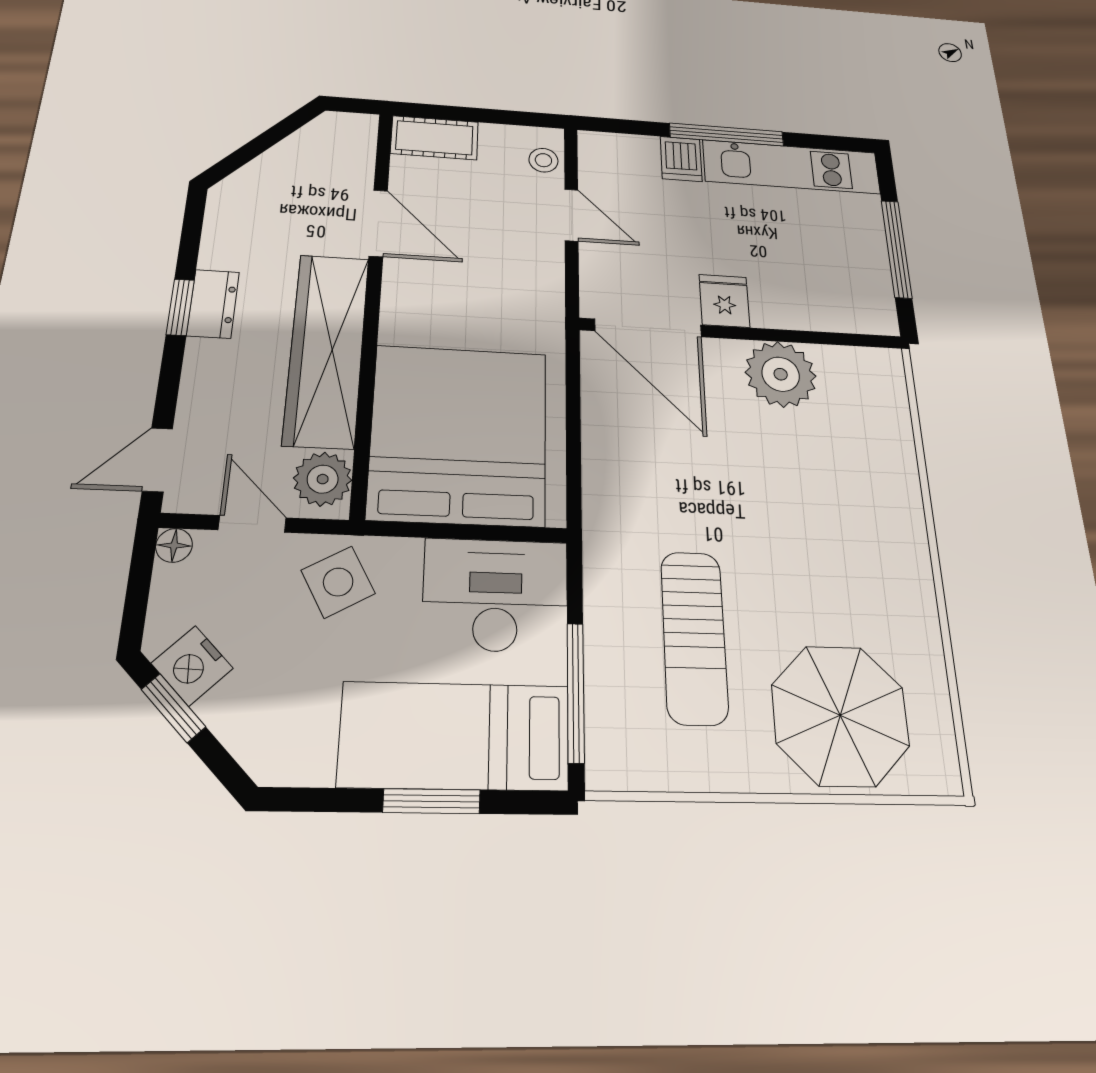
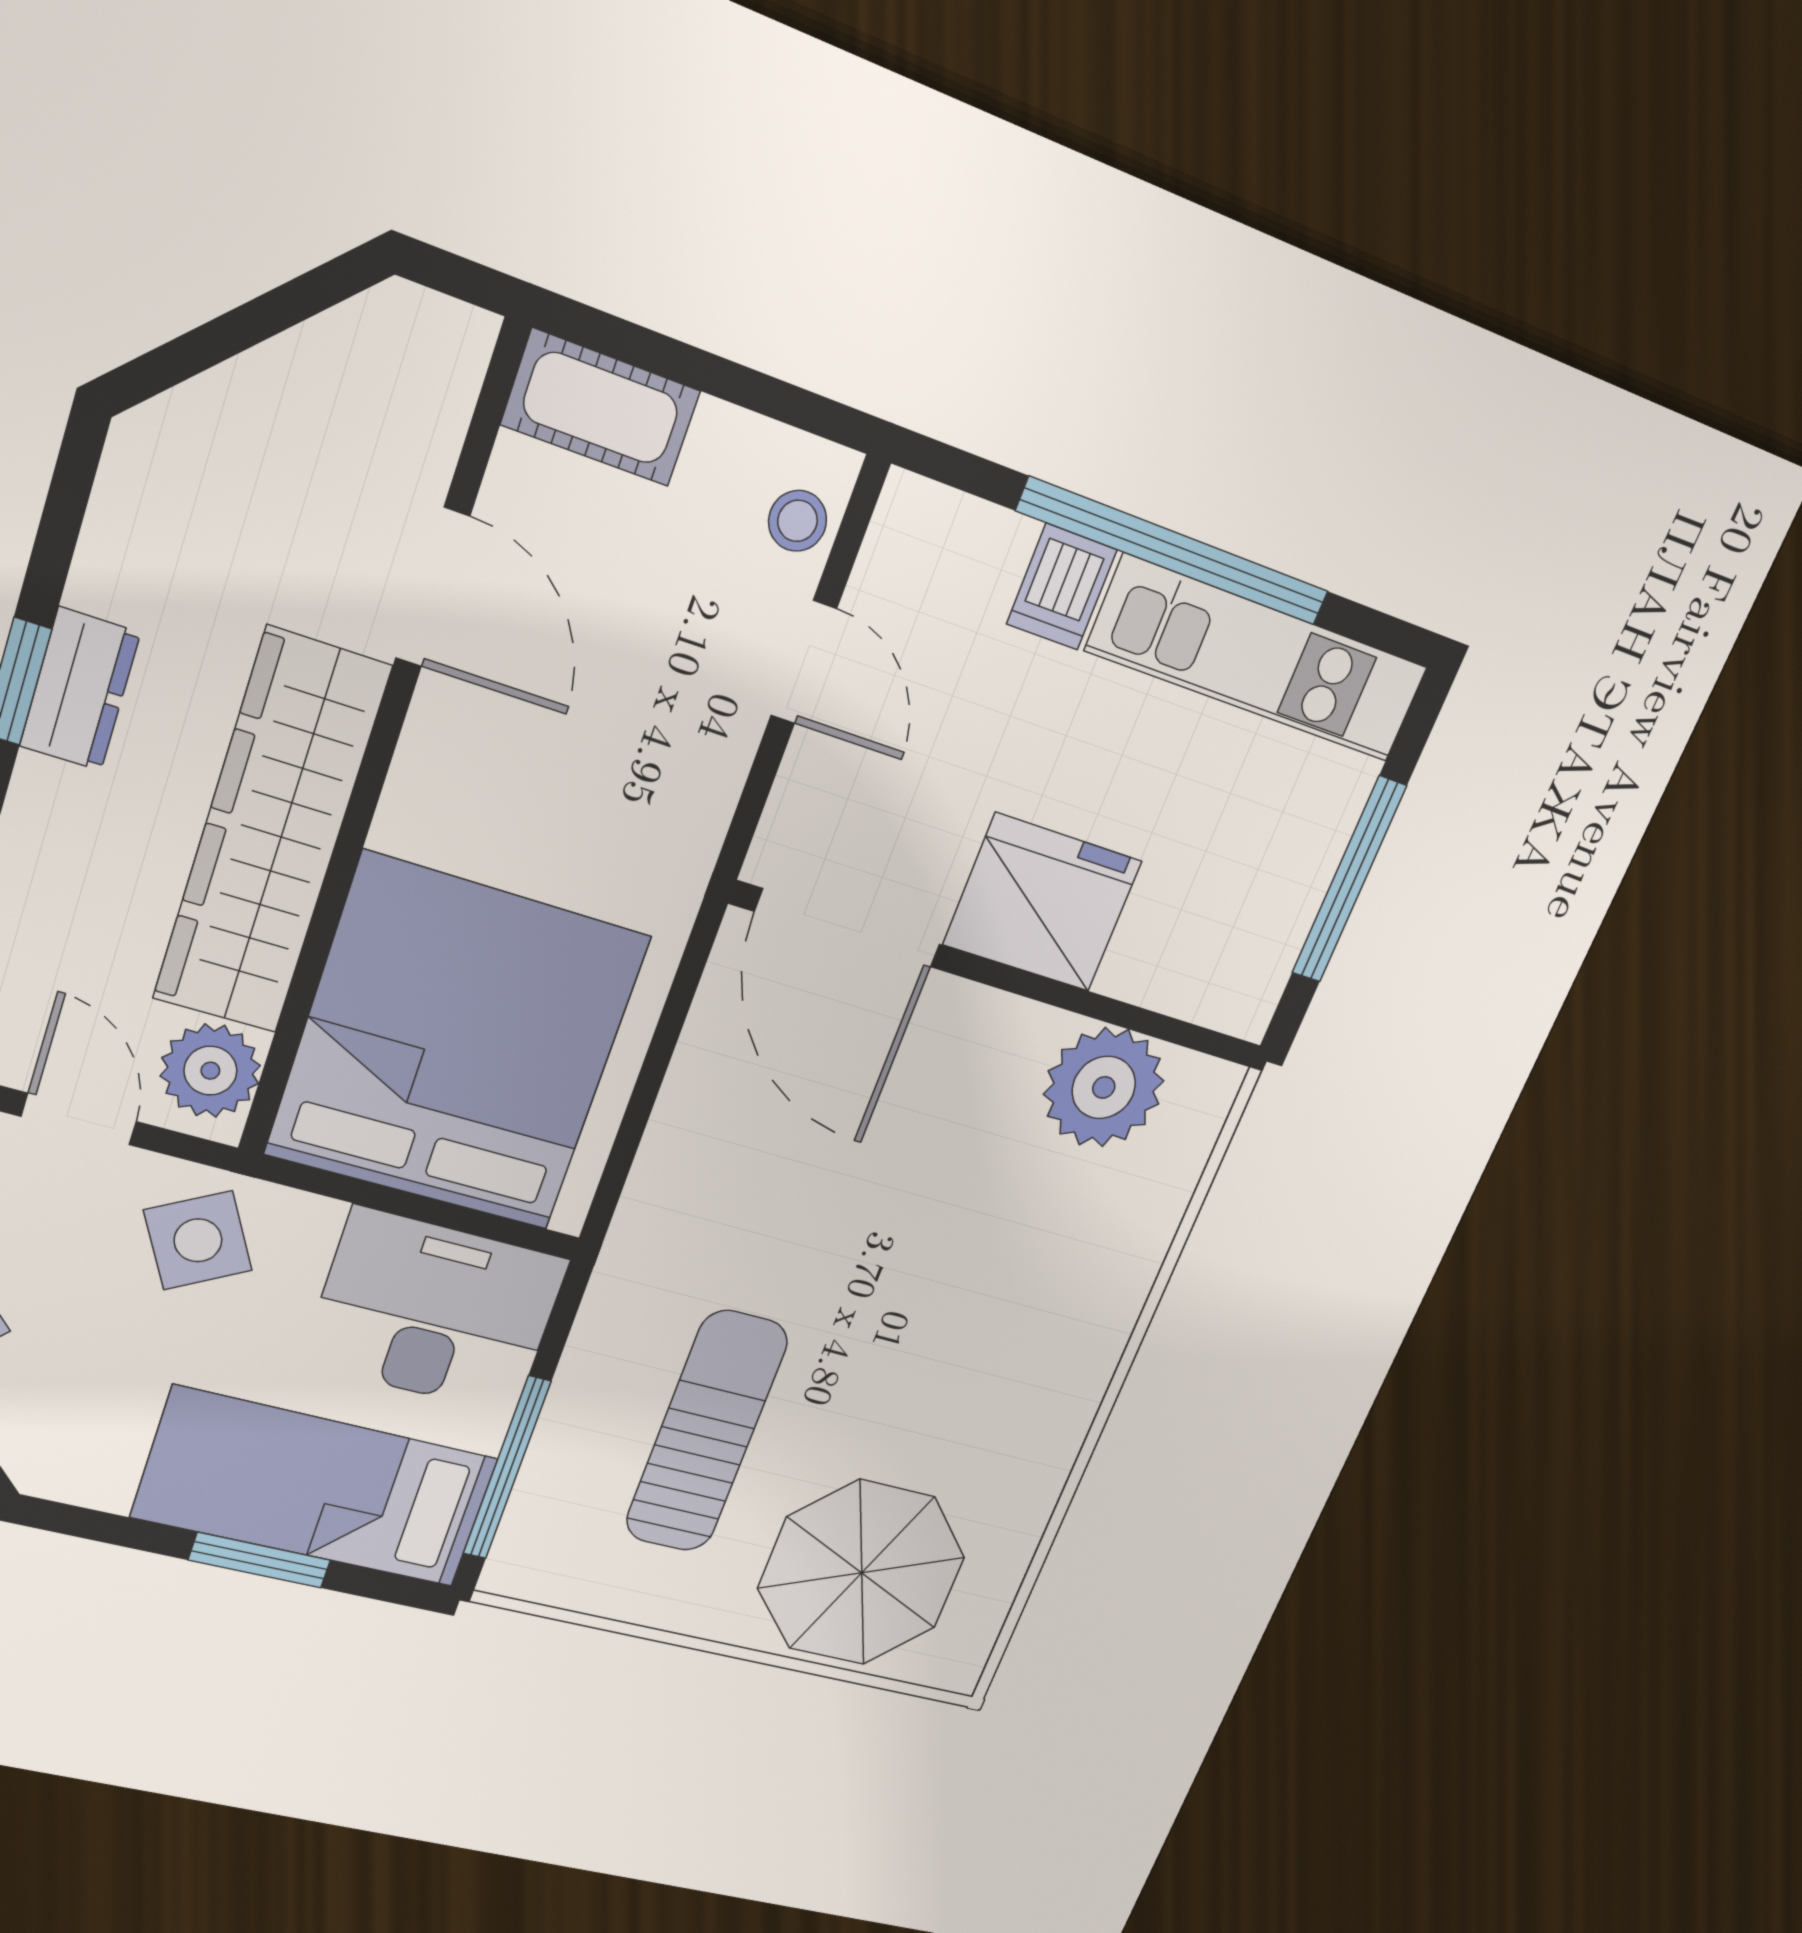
window: (727, 134) -> (1174, 552), width x1.46
fridge: (724, 301) -> (1042, 903), width x1.88, depth x1.34
plant: (781, 374) -> (1104, 1087), moved
sun lounger: (694, 637) -> (706, 1432), turned 180

